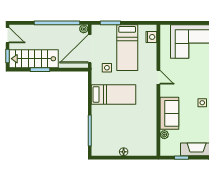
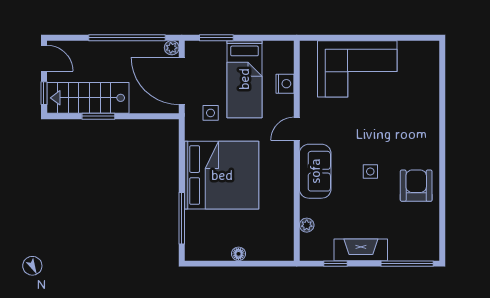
nightstand: (151, 37) -> (285, 84), moved
door: (90, 49) -> (182, 81), hinge flipped
door: (158, 77) -> (297, 129), swing flipped
bed: (114, 94) -> (222, 175), width x2.04
sofa: (169, 113) -> (315, 171), moved

